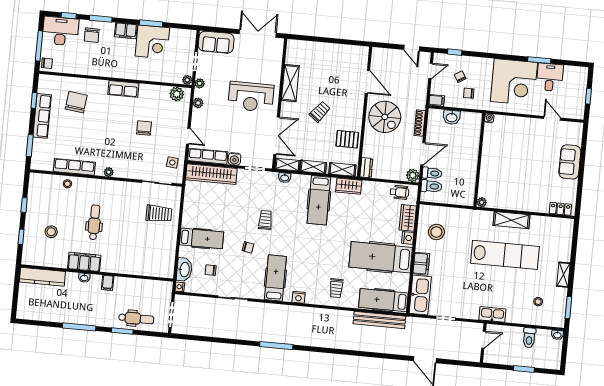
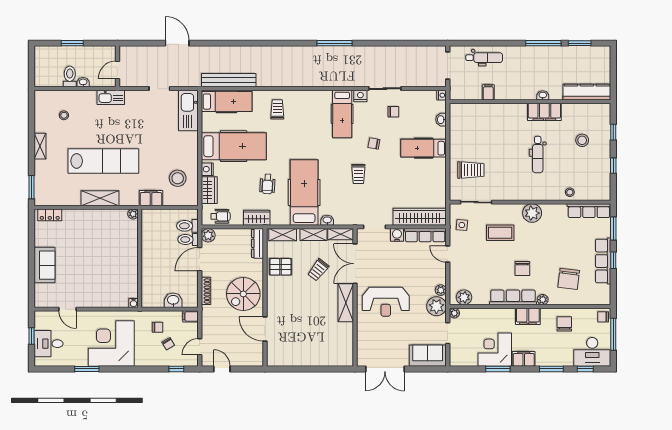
chair: (92, 35) -> (564, 324), moved
filing cabinet: (118, 70) -> (528, 316), added
desk: (550, 77) -> (49, 344), moved, turned 90
plant: (200, 83) -> (436, 306), width x1.87, depth x1.87
shelving: (290, 83) -> (346, 303), moved
plant: (103, 85) -> (543, 300), added
row of seats: (123, 89) -> (513, 297), width x1.48
reception desk: (251, 97) -> (386, 302), turned 180
window: (34, 100) -> (613, 260), moved
trolley: (320, 112) -> (318, 270), moved
spiral stairs: (385, 117) -> (243, 294), turned -90
chair: (144, 128) -> (522, 268), moved
coffee table: (137, 152) -> (500, 233), added
row of seats: (74, 167) -> (589, 211), moved
dresser: (366, 168) -> (258, 243), width x1.44
plant: (109, 172) -> (532, 213), width x1.87, depth x1.87
washbasin: (285, 178) -> (327, 220), moved
wardrobe: (349, 186) -> (257, 218), moved
wheelchair: (399, 192) -> (220, 216), turned 180
hospital bed: (319, 200) -> (304, 192), width x1.37, depth x1.29
trolley: (159, 214) -> (471, 170), turned 180
wheelchair: (352, 219) -> (267, 184), added
lab bench: (505, 255) -> (103, 161), turned 180
filing cabinet: (421, 264) -> (151, 198), moved, turned 90
washbasin: (184, 270) -> (441, 120), width x0.52, depth x0.69
chair: (211, 270) -> (393, 112), moved
filing cabinet: (108, 283) -> (488, 92), moved
nightstand: (299, 297) -> (360, 96), moved
window: (568, 308) -> (32, 187), moved
dental chair: (136, 319) -> (484, 58), turned 180
window: (122, 331) -> (580, 43), moved
washbasin: (557, 335) -> (83, 82), moved

